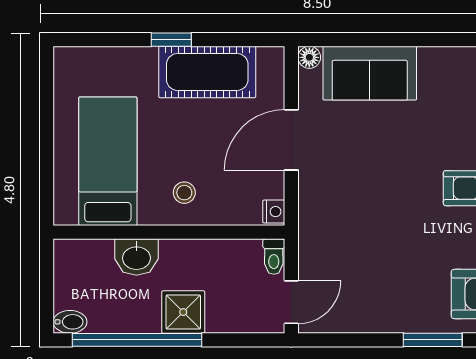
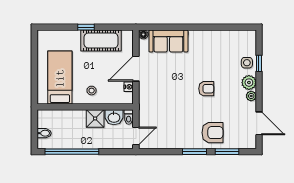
nightstand: (274, 212) -> (129, 87), moved
washbasin: (136, 257) -> (114, 117), moved
shower: (183, 312) -> (95, 118), moved
bidet: (70, 322) -> (44, 133), moved

